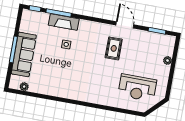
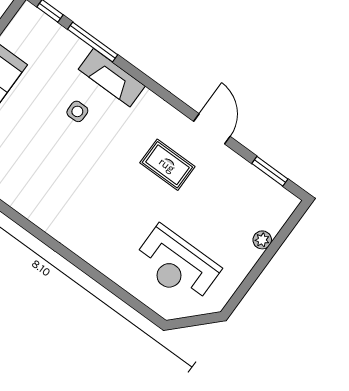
fireplace: (64, 22) -> (112, 78), moved
rug: (114, 48) -> (167, 165), turned 90

